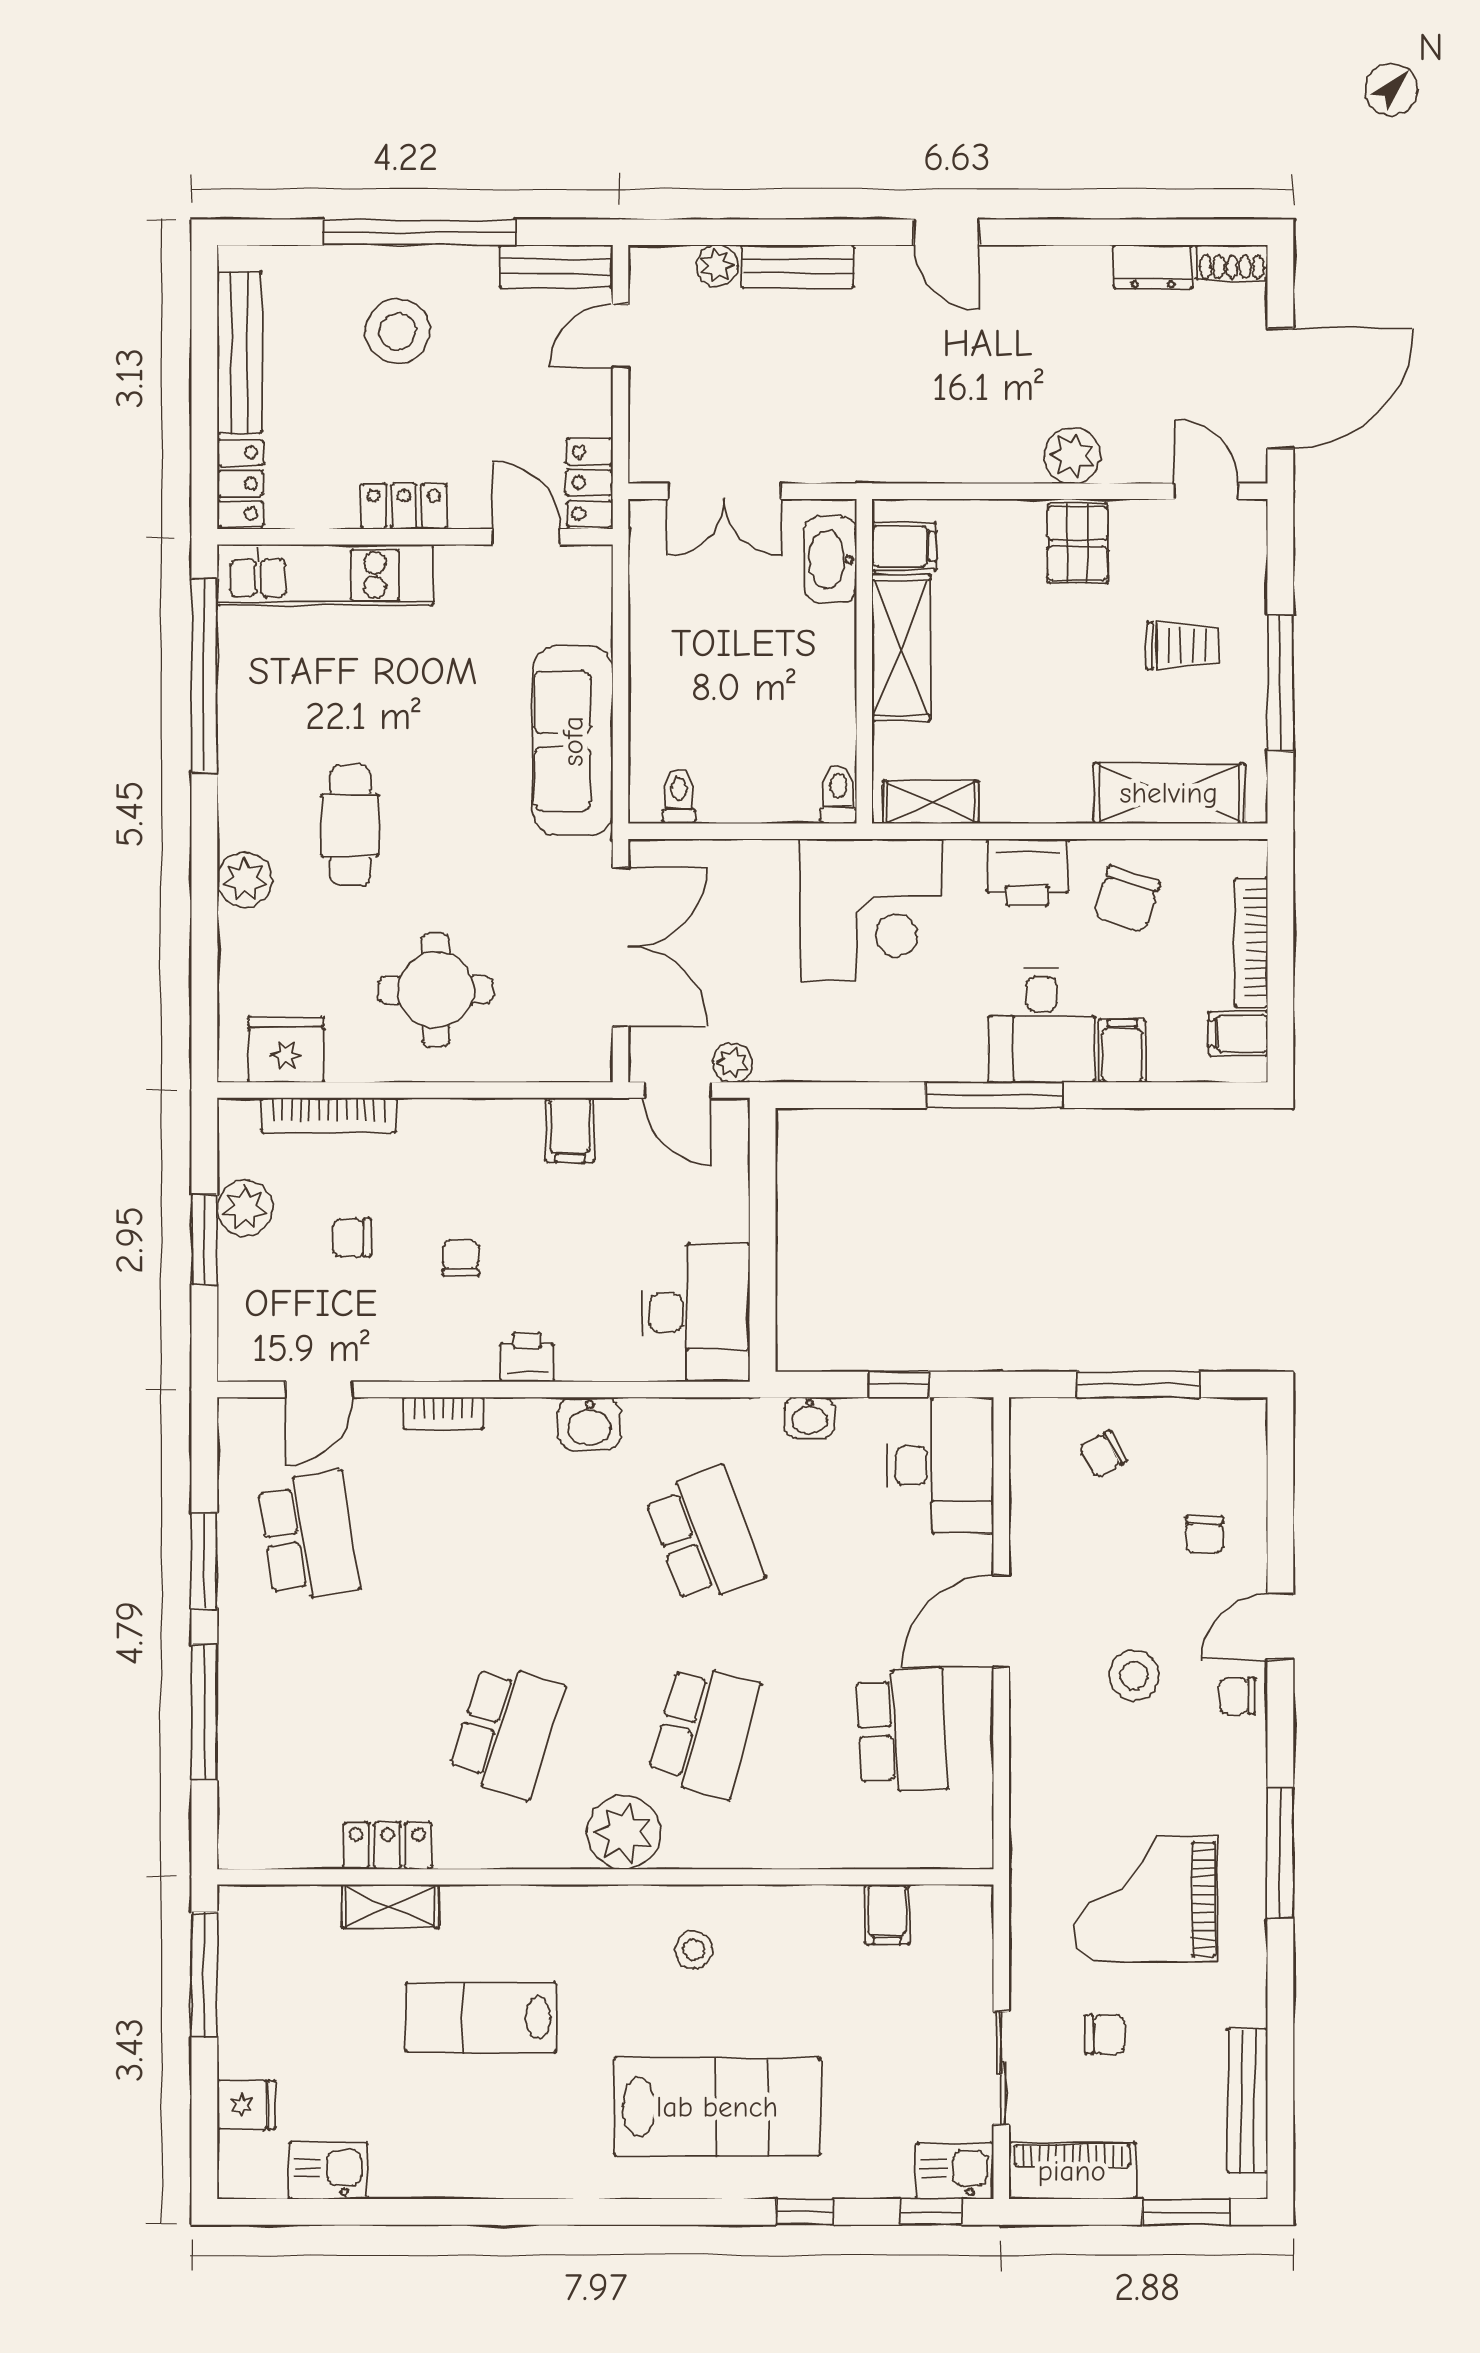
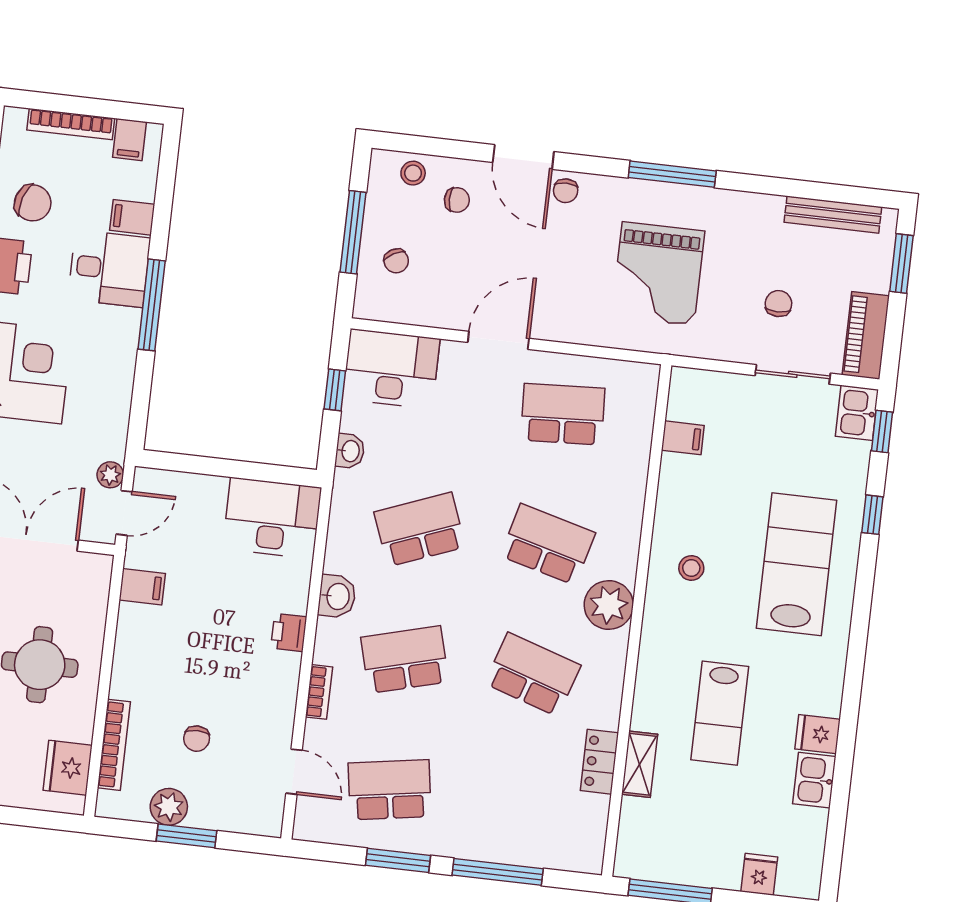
chair: (461, 1258) -> (218, 669), removed
school desk: (506, 1536) -> (405, 660), added
door: (1001, 1621) -> (498, 340), swing flipped
door: (1280, 1627) -> (523, 157), width x1.38
stool: (1134, 1675) -> (413, 173), moved, width x0.73, depth x0.73
grand piano: (1146, 1899) -> (658, 274), moved
fridge: (466, 2168) -> (818, 734), added
kitchen sink: (328, 2171) -> (814, 780), moved

